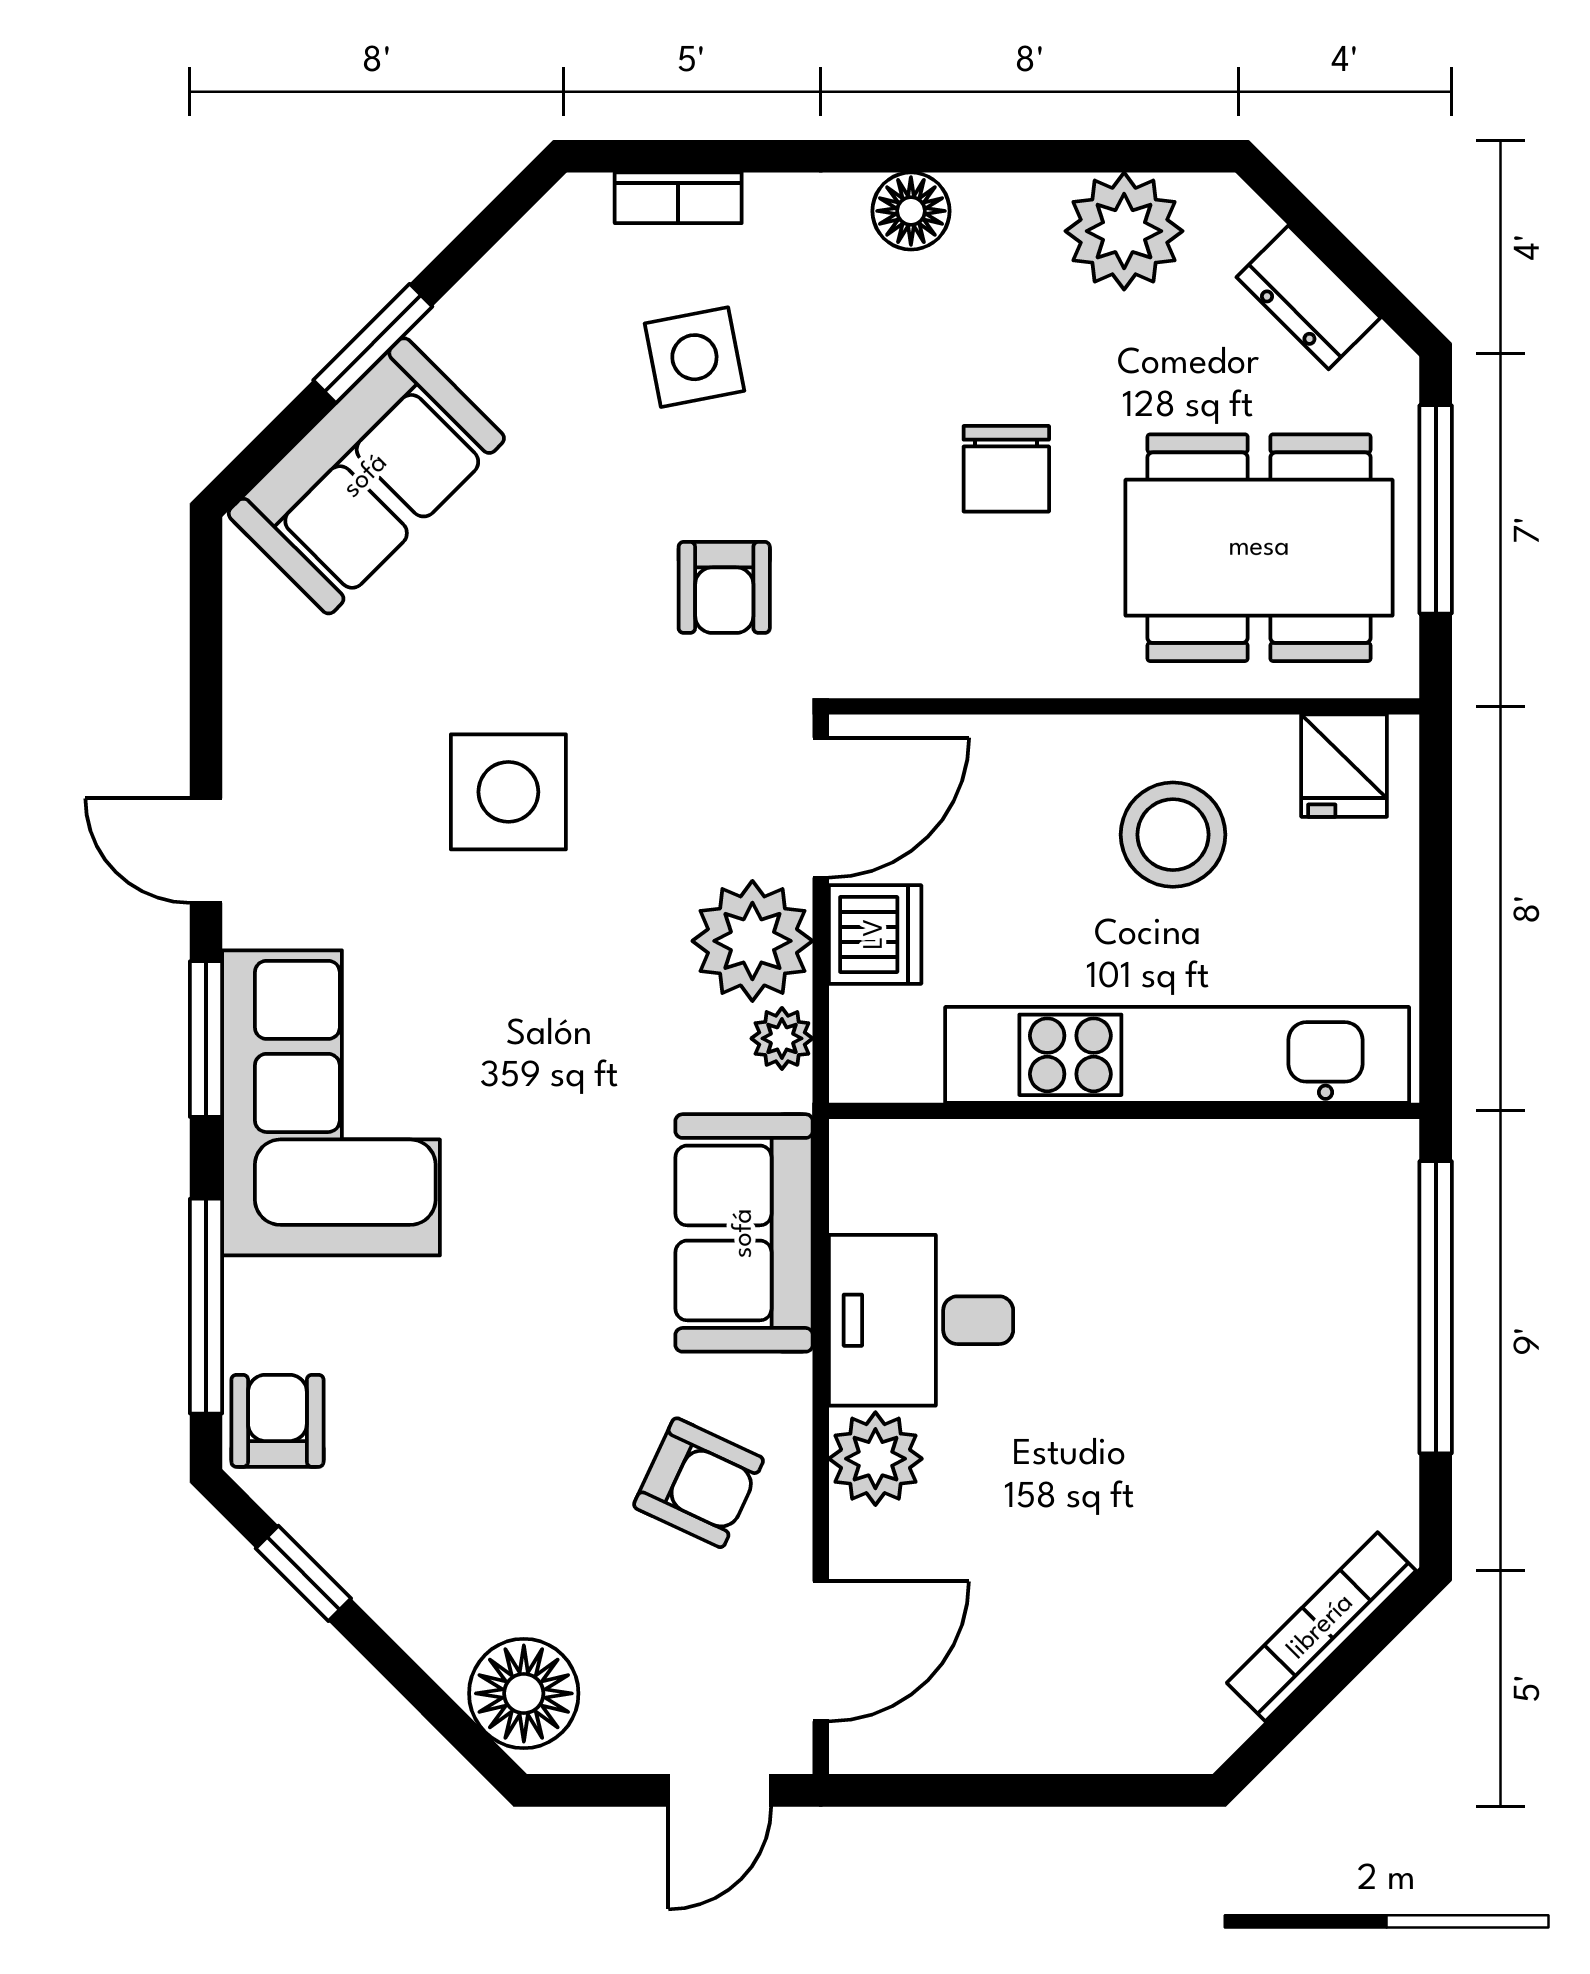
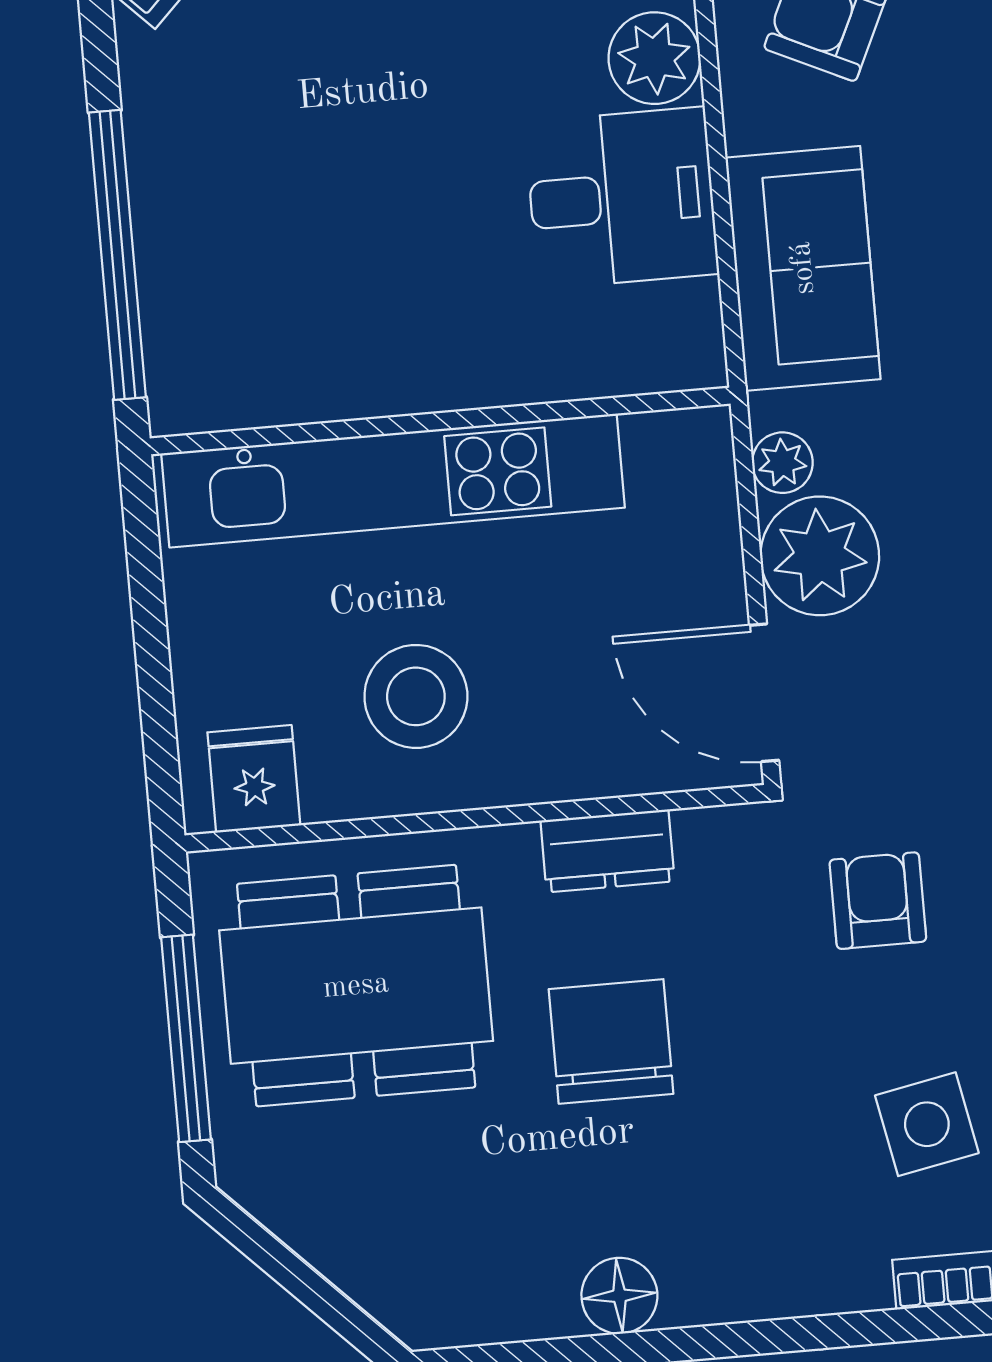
floor lamp: (911, 211) -> (619, 1296), moved
plant: (1124, 231) -> (516, 1285), removed
dresser: (1308, 297) -> (608, 851), moved, turned 135
chair: (1006, 469) -> (611, 1041), width x1.37, depth x1.37
door: (821, 808) -> (764, 693), hinge flipped
dishwasher: (875, 934) -> (700, 573), removed

